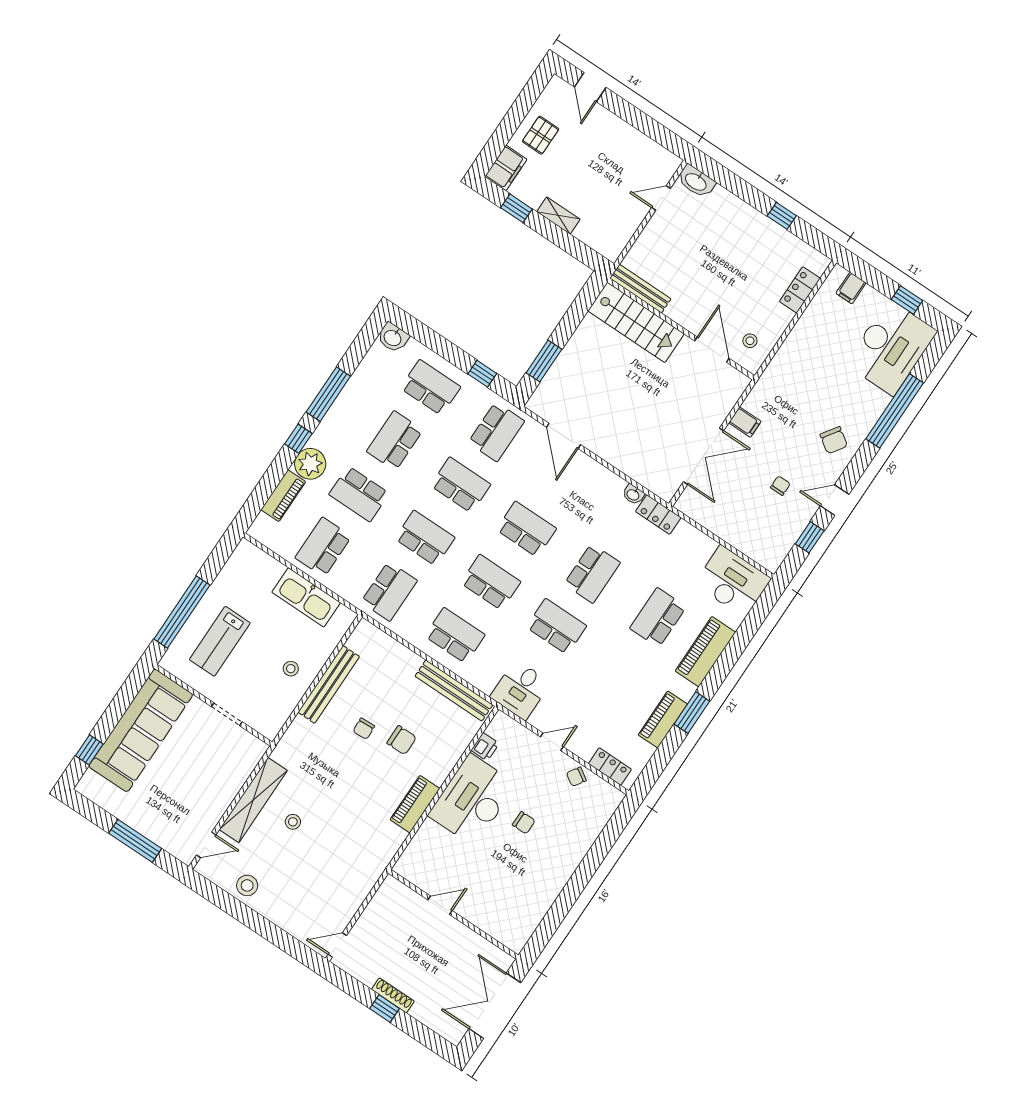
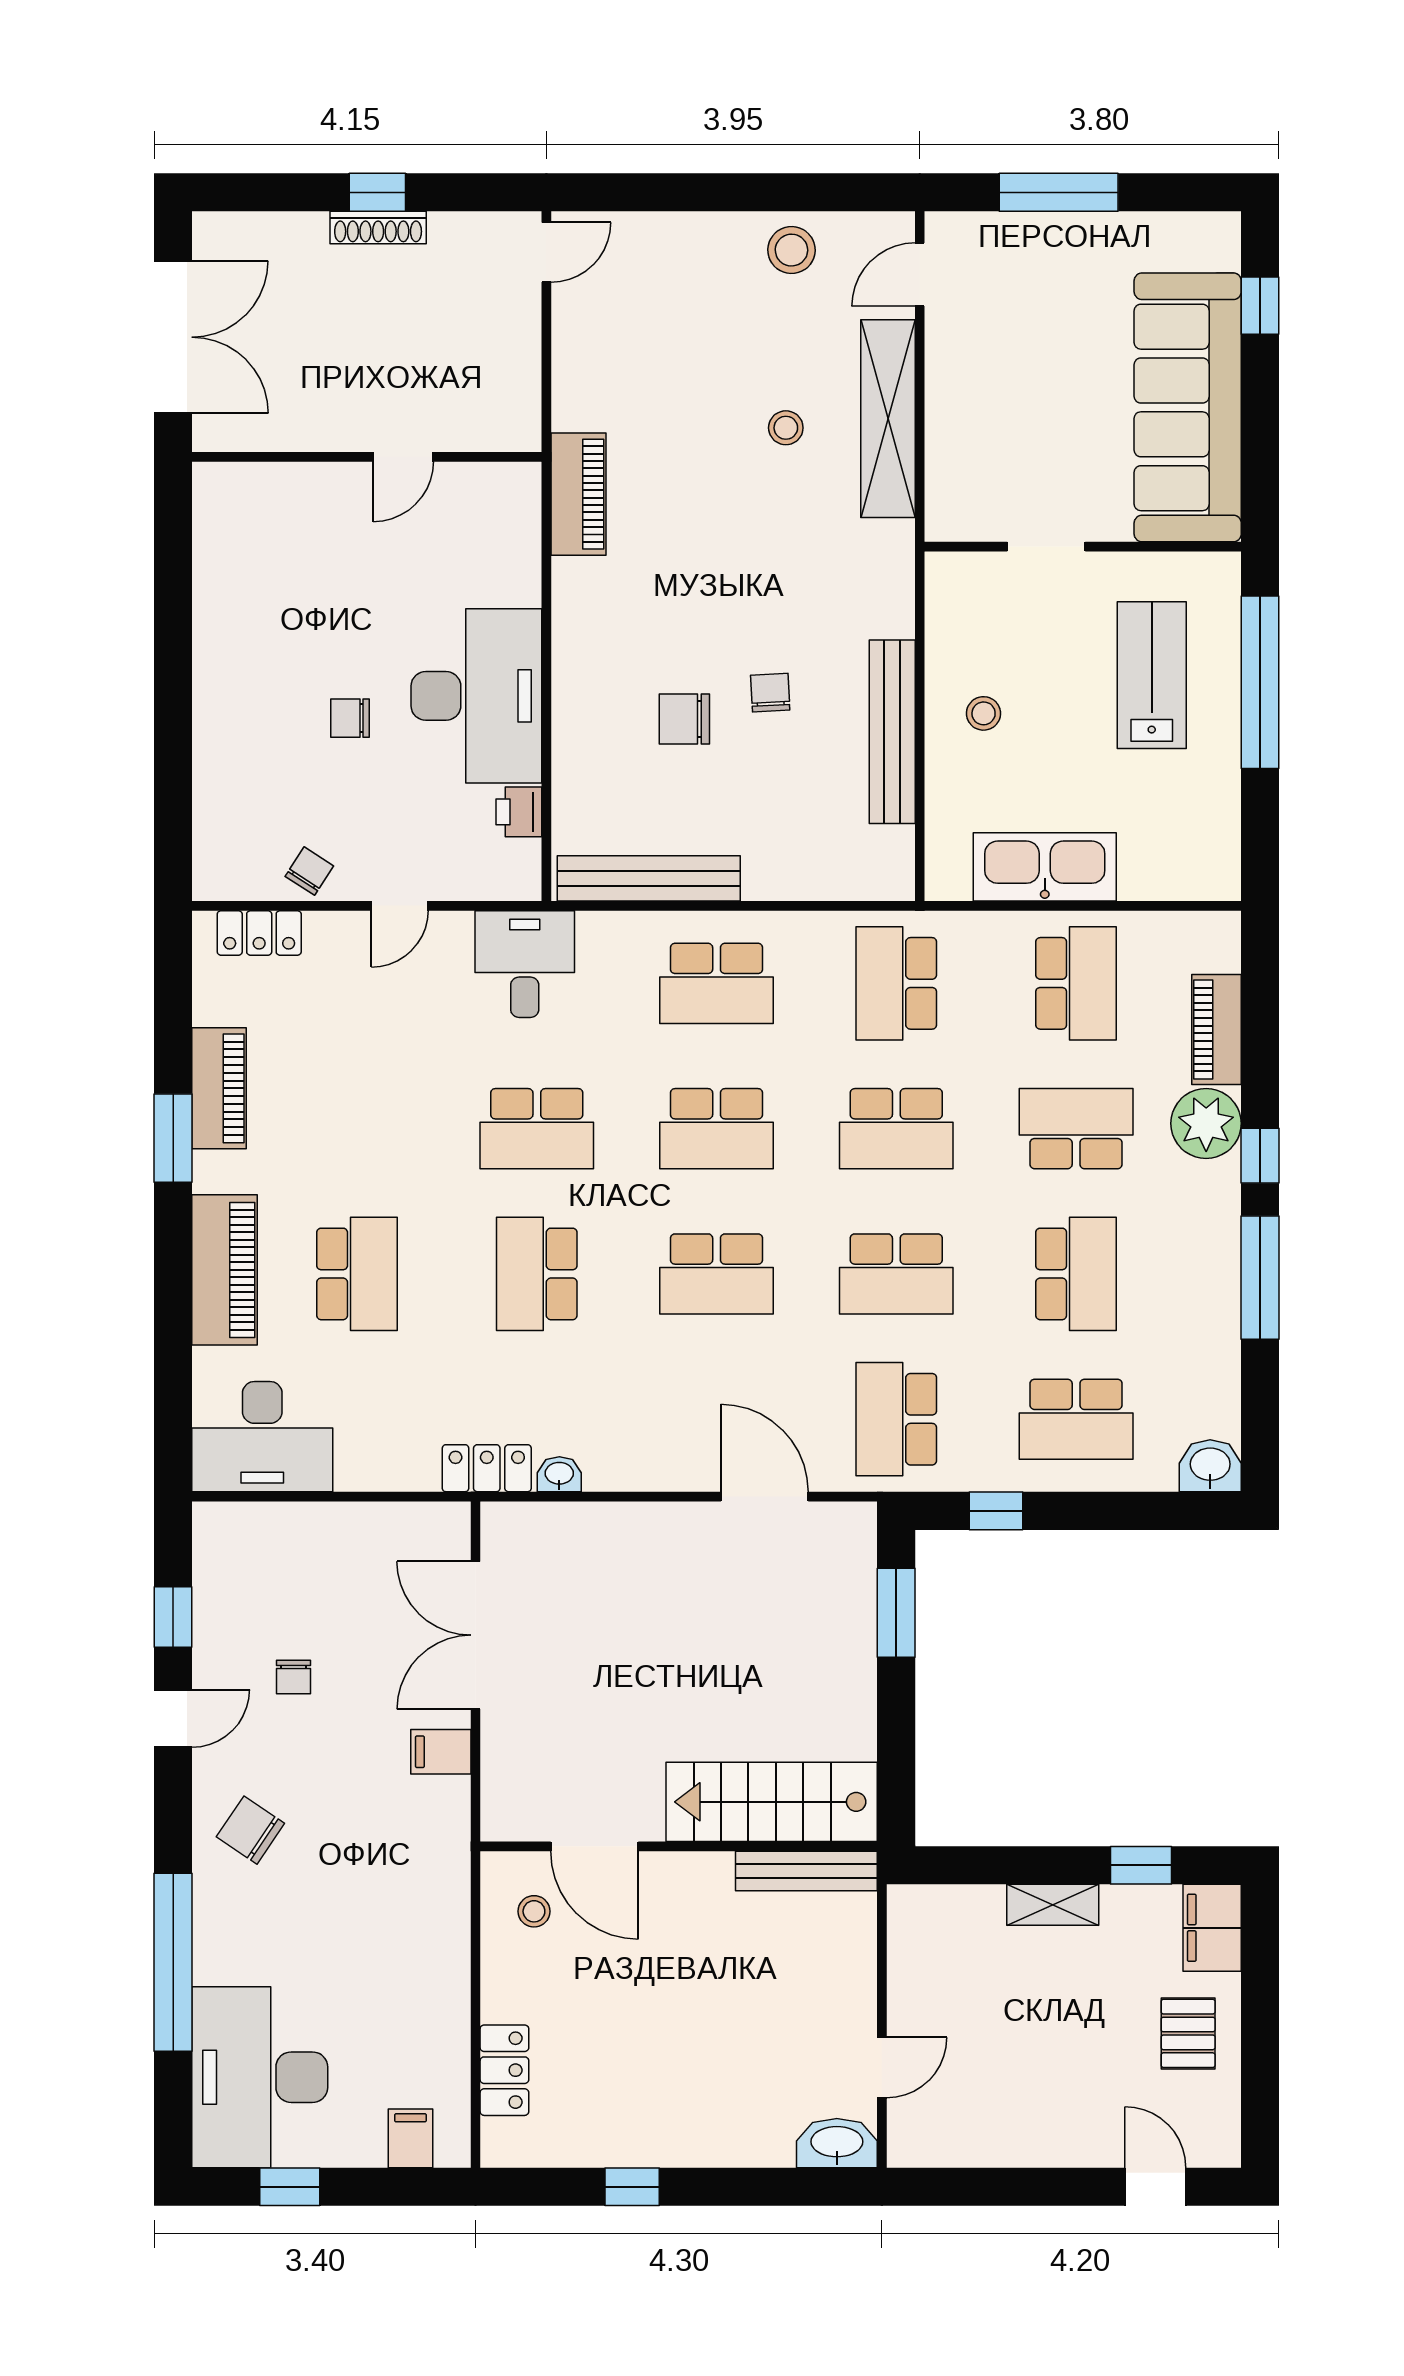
piano: (415, 804) -> (578, 494), moved

